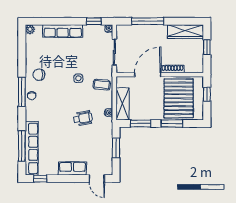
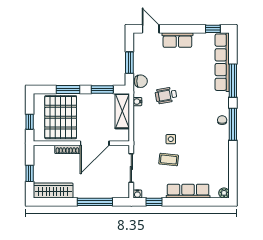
chair: (39, 75) -> (141, 81), moved
coffee table: (102, 85) -> (169, 160), moved
window: (22, 146) -> (233, 81), moved

